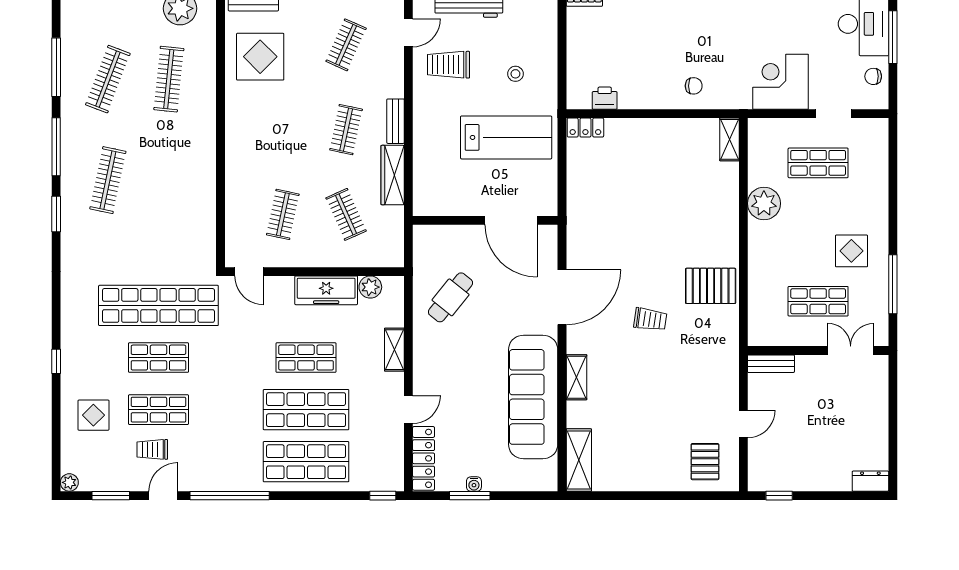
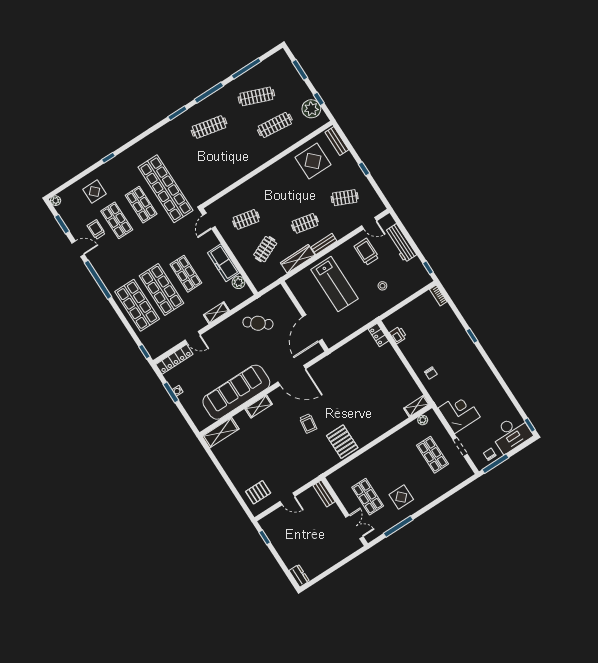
window: (893, 37) -> (495, 464), moved
lab bench: (506, 137) -> (335, 284), moved
plant: (764, 203) -> (423, 420), moved, width x0.53, depth x0.53

